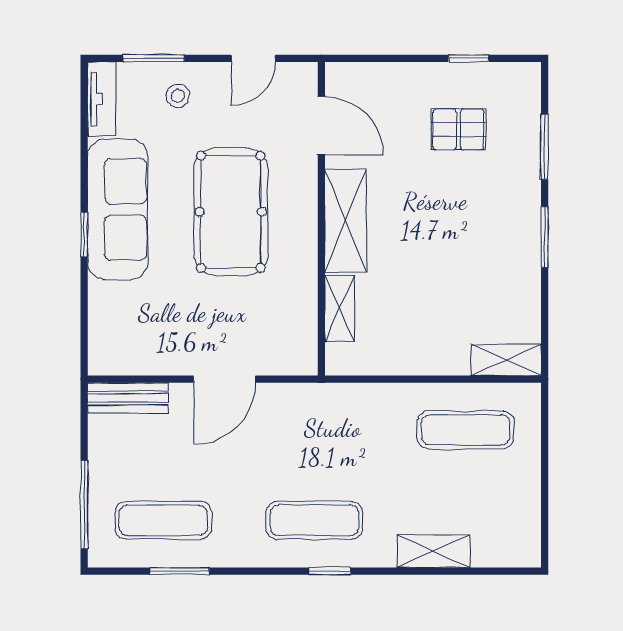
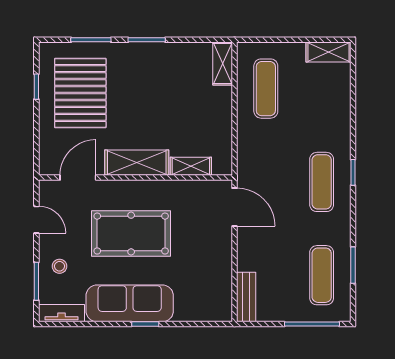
pallet: (458, 129) -> (80, 93), width x2.05, depth x2.00
door: (225, 379) -> (235, 207), moved
shelving: (434, 551) -> (328, 52), moved, turned 90

